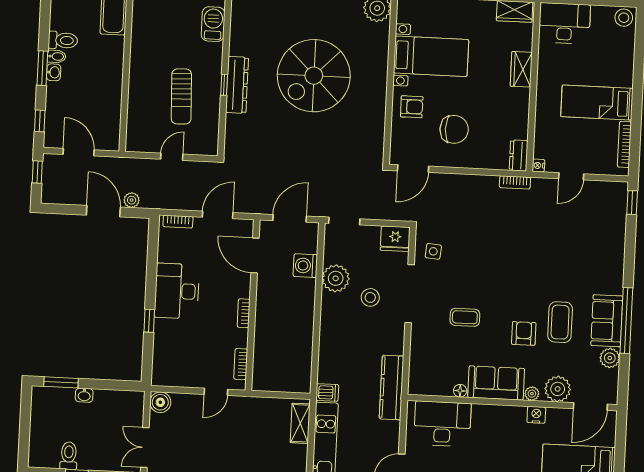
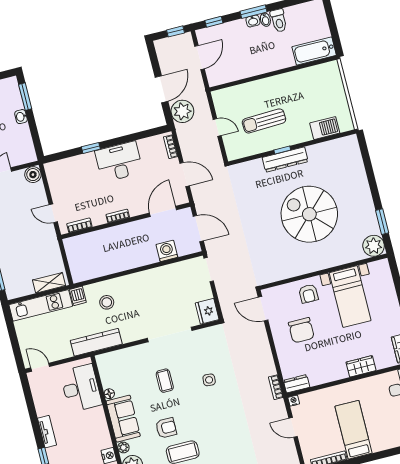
plant: (132, 200) -> (182, 111), width x1.87, depth x1.87
side table: (433, 251) -> (209, 380), moved
plant: (336, 278) -> (164, 276), removed
stool: (370, 297) -> (107, 302), moved

